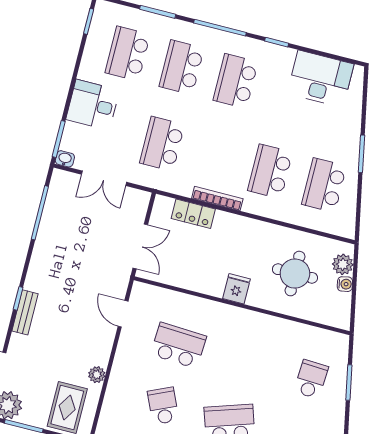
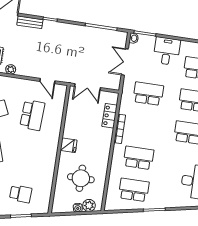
bench: (25, 312) -> (30, 22), moved
door: (123, 314) -> (47, 81), swing flipped

